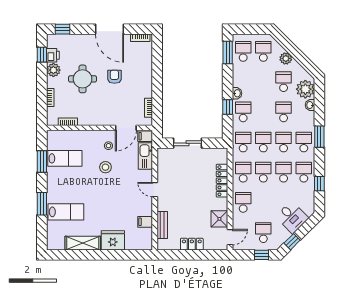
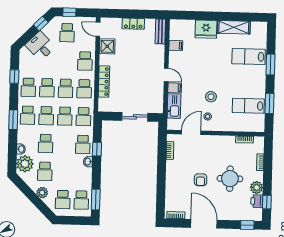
filing cabinet: (145, 136) -> (175, 88), moved
bench: (162, 225) -> (160, 31), moved
door: (230, 237) -> (98, 29), hinge flipped

